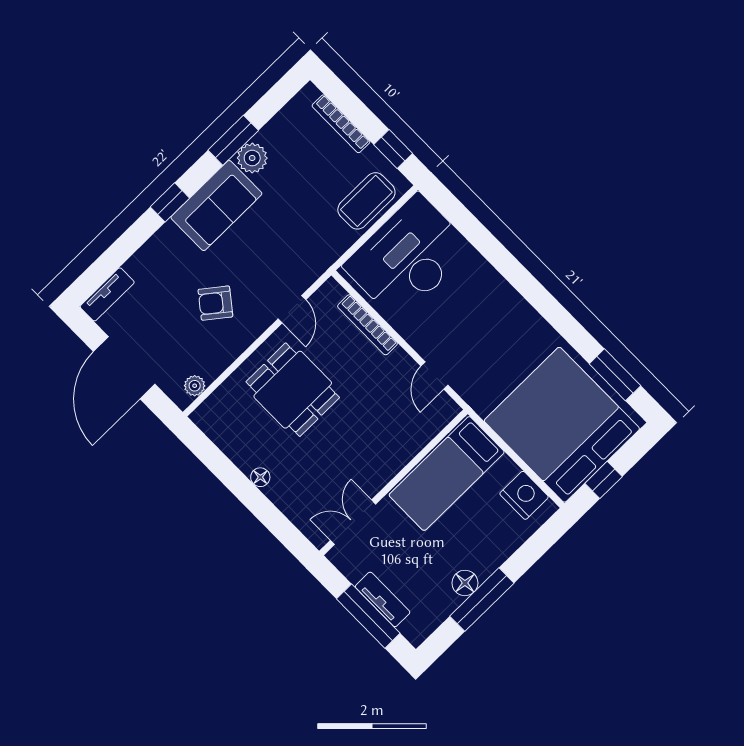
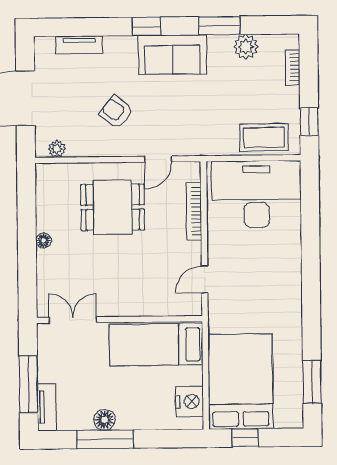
bookcase: (341, 124) -> (293, 67), width x0.64
plant: (252, 158) -> (246, 47), moved
tv unit: (107, 294) -> (79, 45), moved
dining table: (293, 390) -> (113, 207), turned 90
bed: (562, 425) -> (240, 381), width x0.73
tv unit: (383, 599) -> (47, 407), moved

